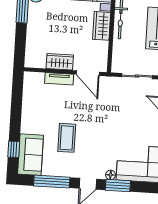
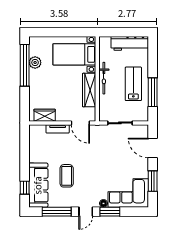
wardrobe: (102, 26) -> (89, 90), width x1.50
wardrobe: (60, 62) -> (45, 115), moved
sofa: (31, 155) -> (38, 185), width x1.36

